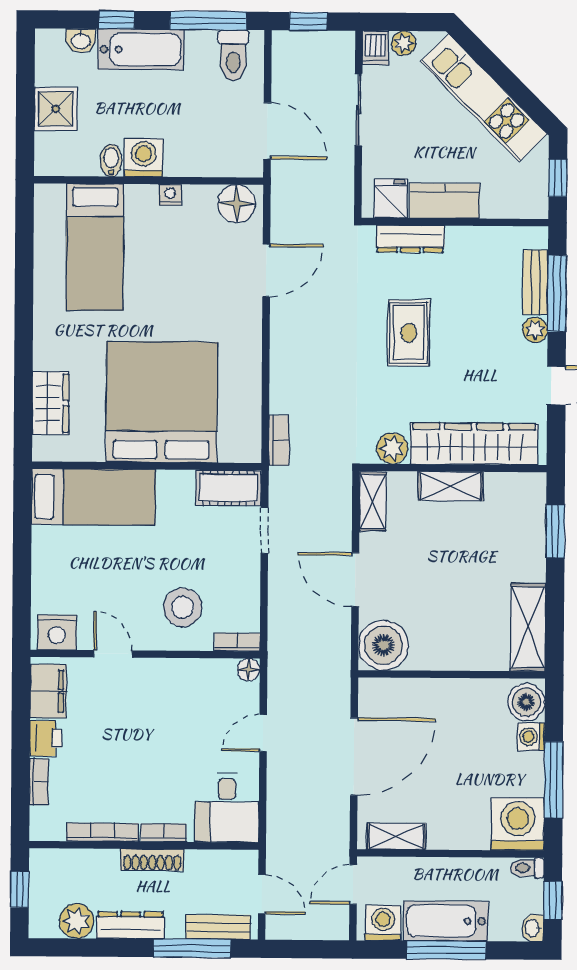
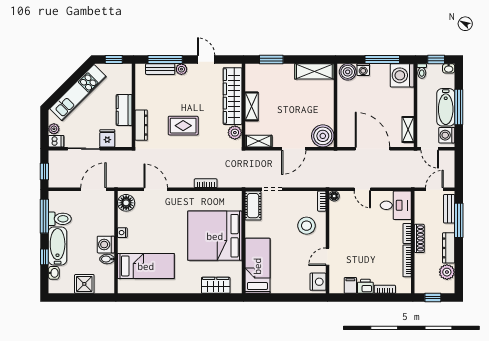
toilet: (233, 55) -> (60, 219), moved
fridge: (391, 198) -> (107, 138), moved, turned 90
bookcase: (279, 441) -> (206, 183), moved
filing cabinet: (48, 691) -> (350, 285), width x0.50

